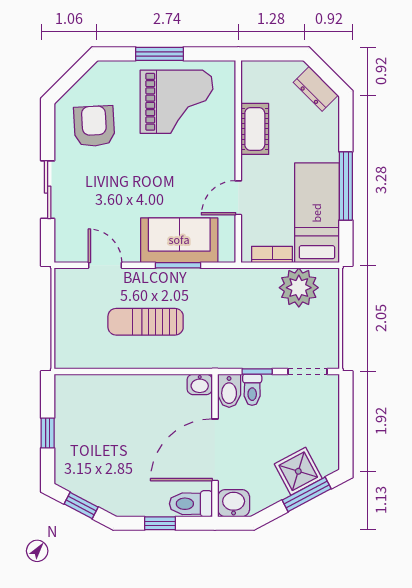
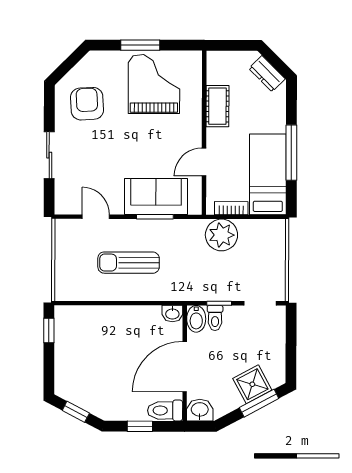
grand piano: (176, 102) -> (154, 84), turned -90
plant: (299, 288) -> (221, 235), moved
window: (48, 433) -> (49, 330), moved

